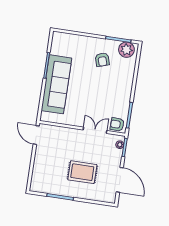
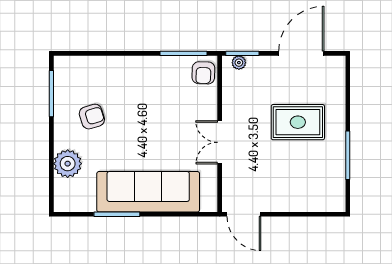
plant: (126, 50) -> (68, 164), moved
double door: (95, 130) -> (220, 142), moved
door: (36, 135) -> (244, 214), hinge flipped
rug: (82, 172) -> (298, 122), turned 90

